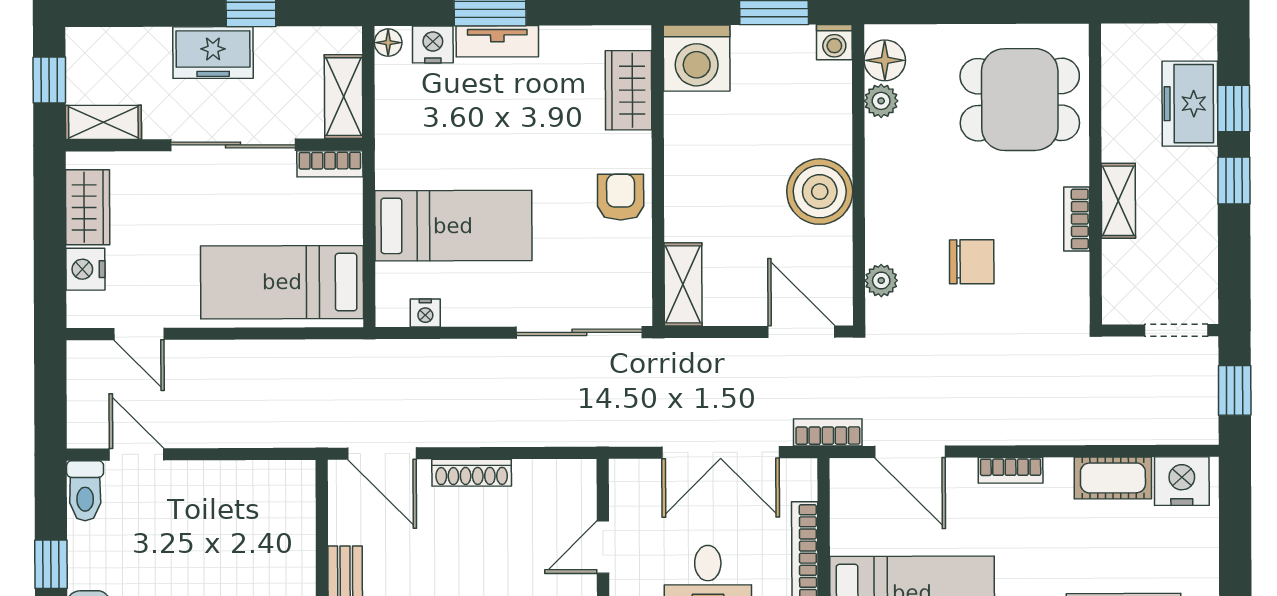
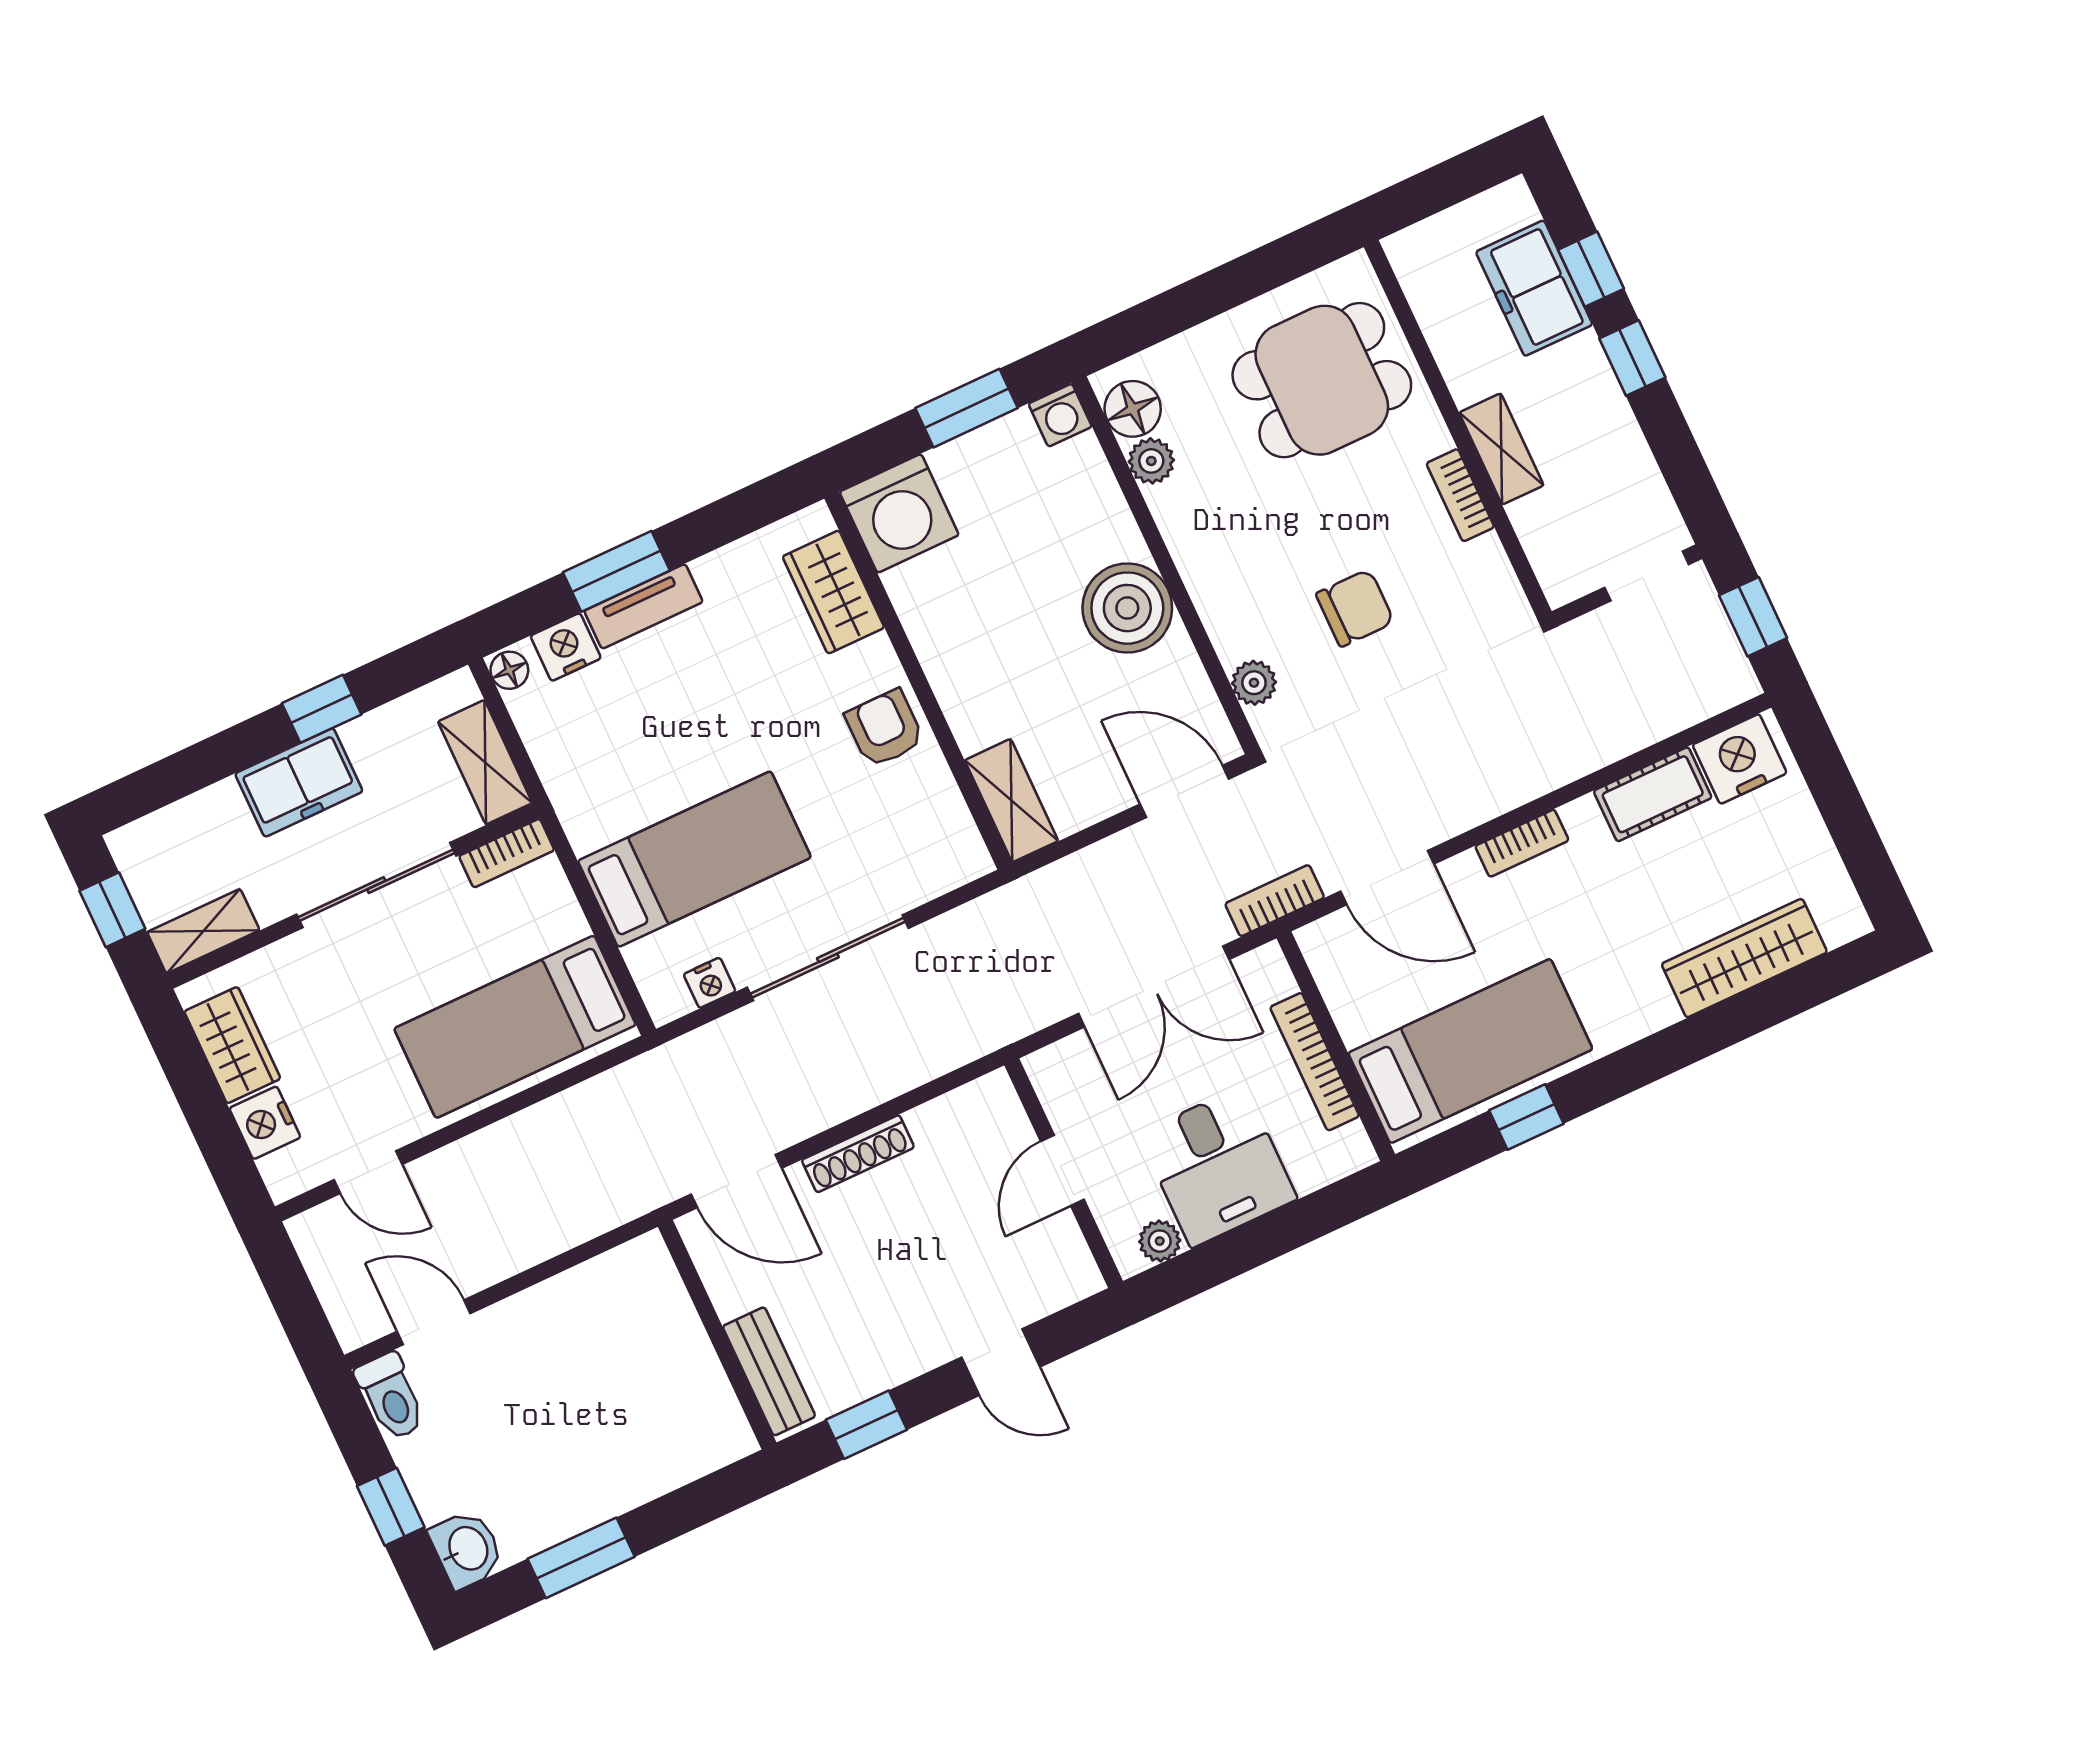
sliding door: (579, 332) -> (828, 958), moved

